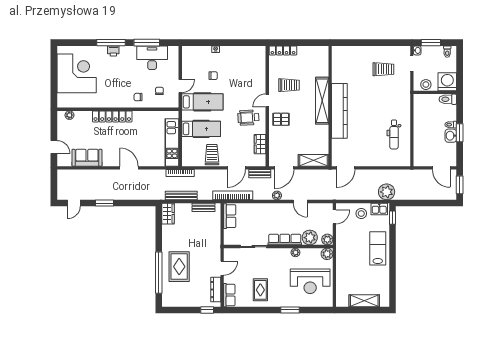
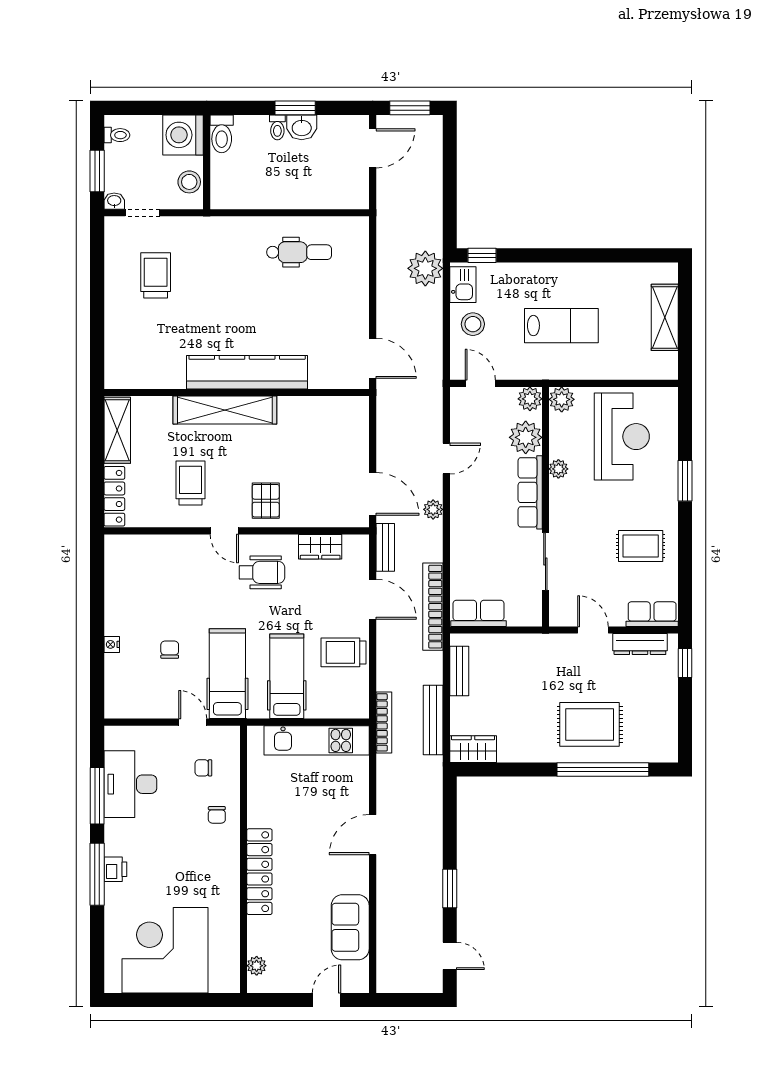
wheelchair: (248, 118) -> (262, 572), turned -87
shelving: (314, 160) -> (117, 430), moved
lab bench: (378, 248) -> (561, 326), moved, turned 180

